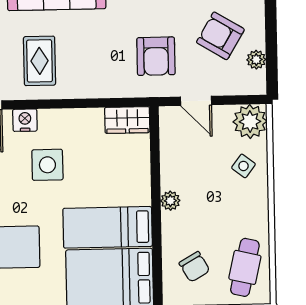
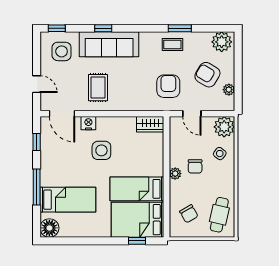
armchair: (156, 56) -> (168, 86), turned 180
chair: (203, 188) -> (195, 166), added

